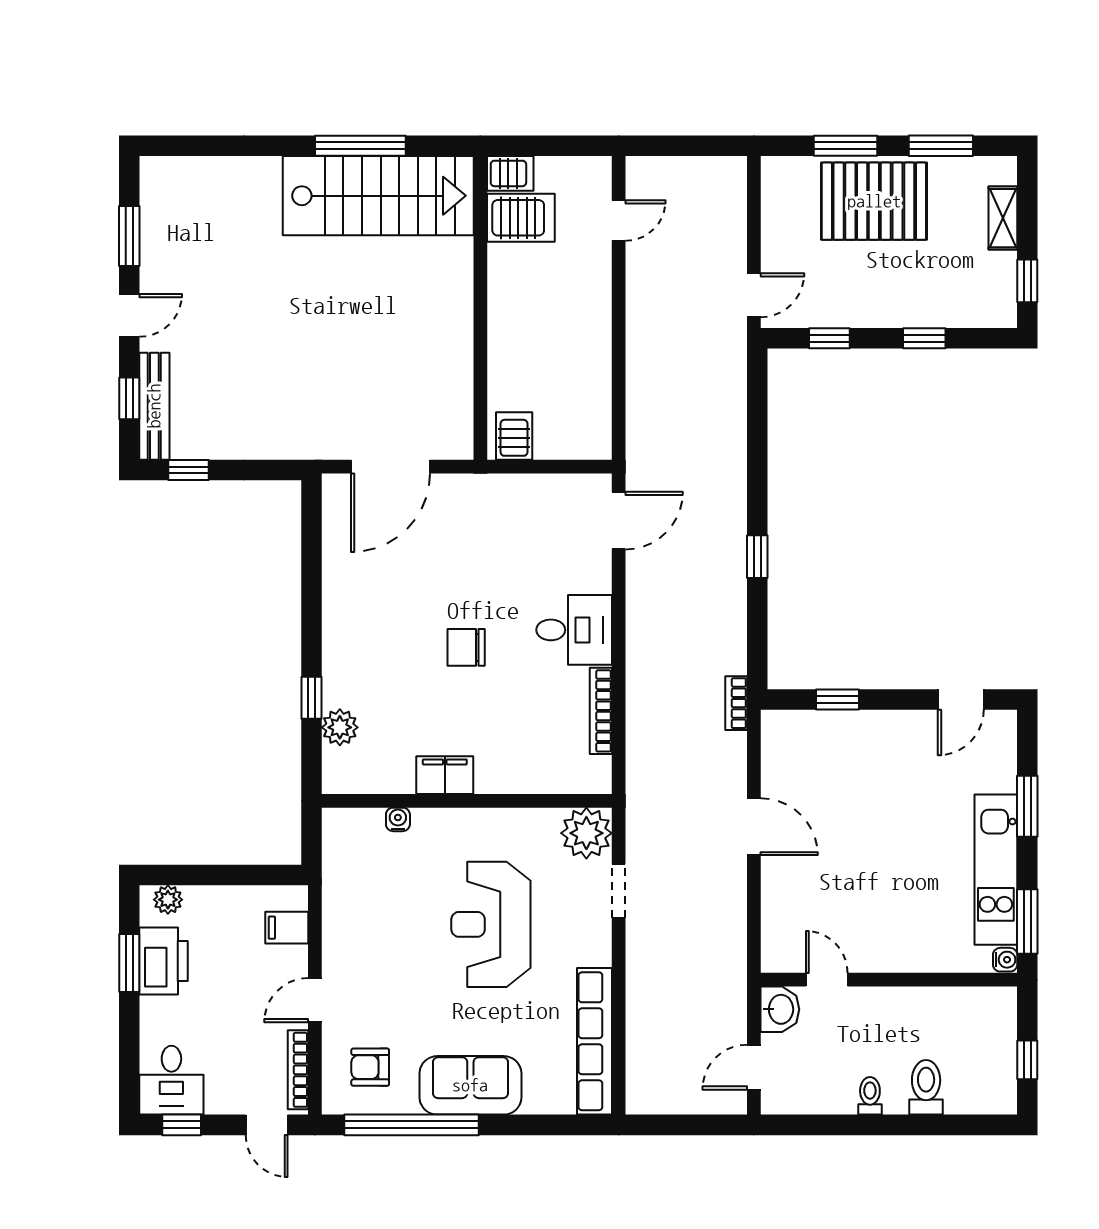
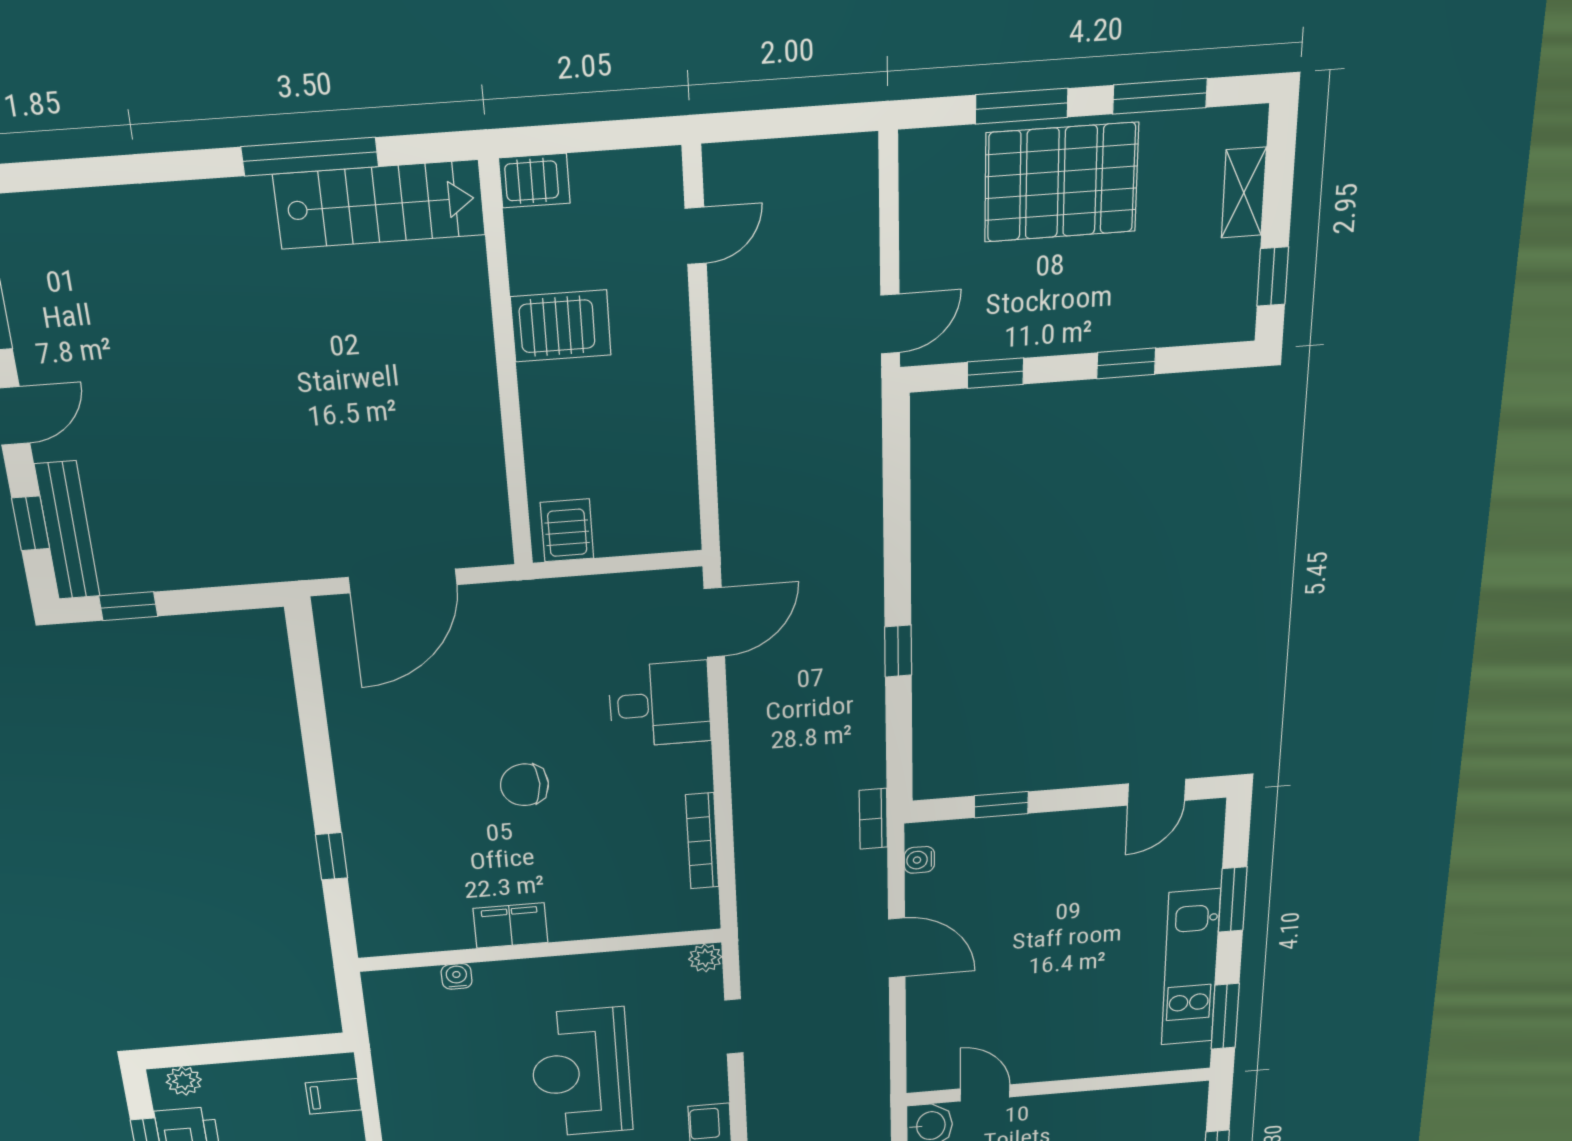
stairs: (378, 196) -> (380, 205), width x0.73, depth x0.66
server rack: (521, 218) -> (561, 326), moved
desk: (574, 630) -> (660, 704), moved
plant: (340, 727) -> (372, 885), removed
plant: (586, 833) -> (705, 958), width x0.53, depth x0.53
water cooler: (1005, 960) -> (919, 860), moved, turned 180

